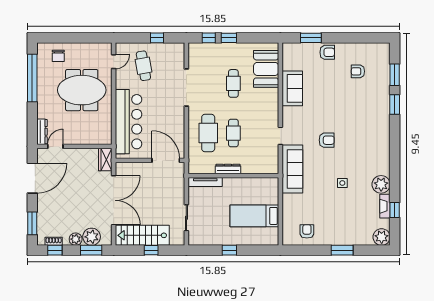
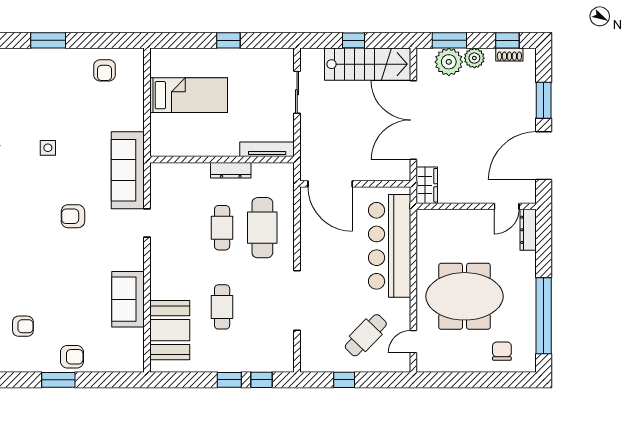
window: (311, 38) -> (58, 380), moved
armchair: (327, 52) -> (72, 357), turned 180
cafe table: (143, 66) -> (366, 335), turned 54
window: (32, 223) -> (544, 100), moved

